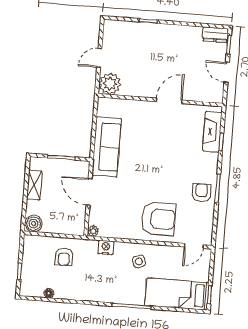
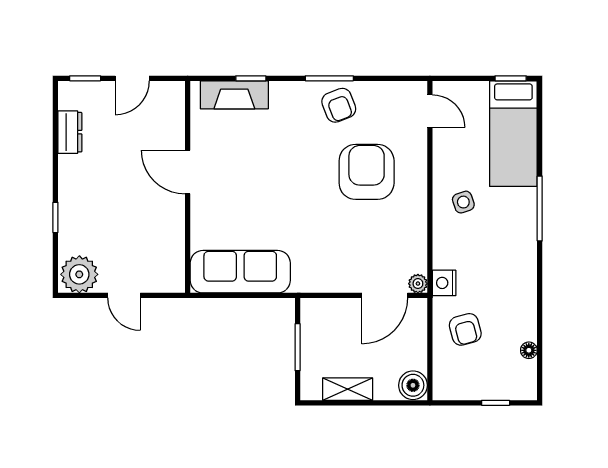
dresser: (215, 35) -> (70, 132), moved
plant: (110, 84) -> (79, 274), moved
sofa: (107, 147) -> (240, 272), moved
door: (89, 192) -> (385, 295), moved
armchair: (201, 193) -> (339, 105), turned -111
armchair: (158, 219) -> (367, 172), moved
nightstand: (106, 248) -> (444, 283), moved
armchair: (64, 257) -> (465, 329), turned 75

